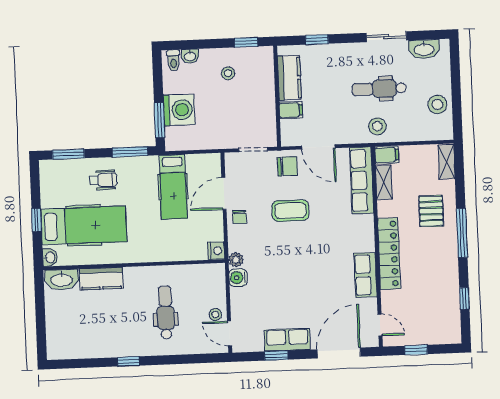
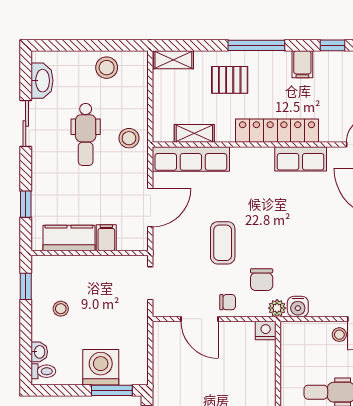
filing cabinet: (387, 155) -> (302, 64), moved, turned 180
chair: (287, 166) -> (262, 280), moved, turned 180
hospital bed: (173, 187) -> (190, 378), removed

